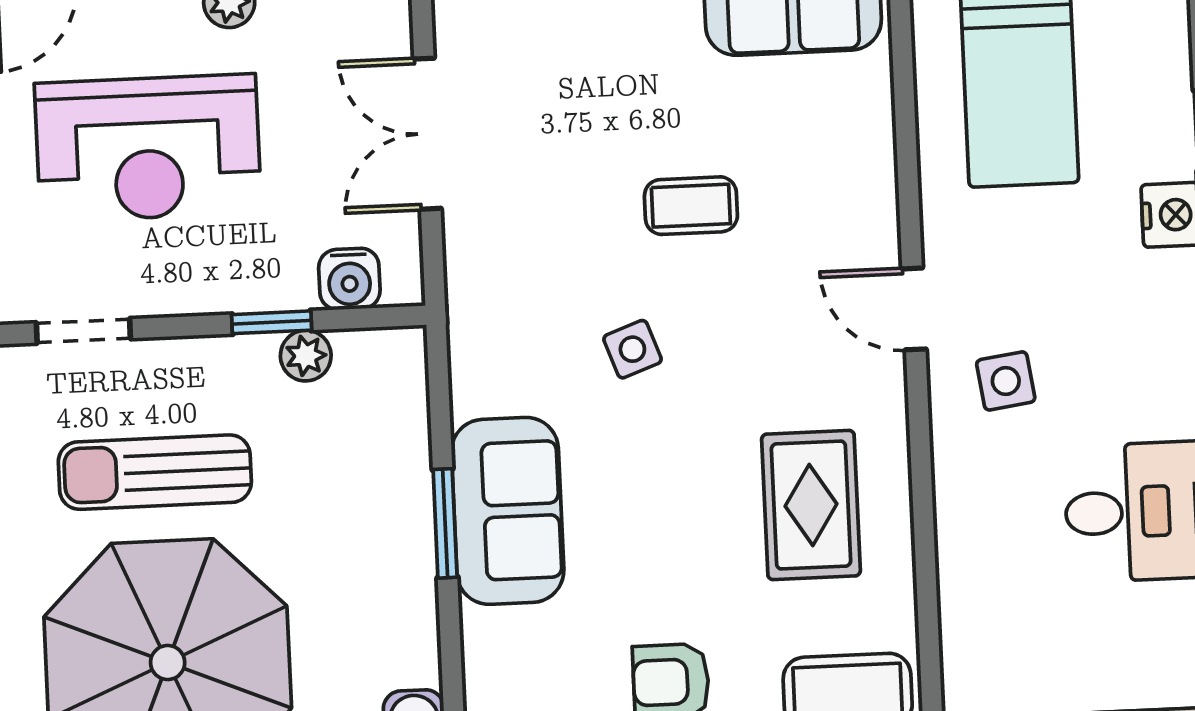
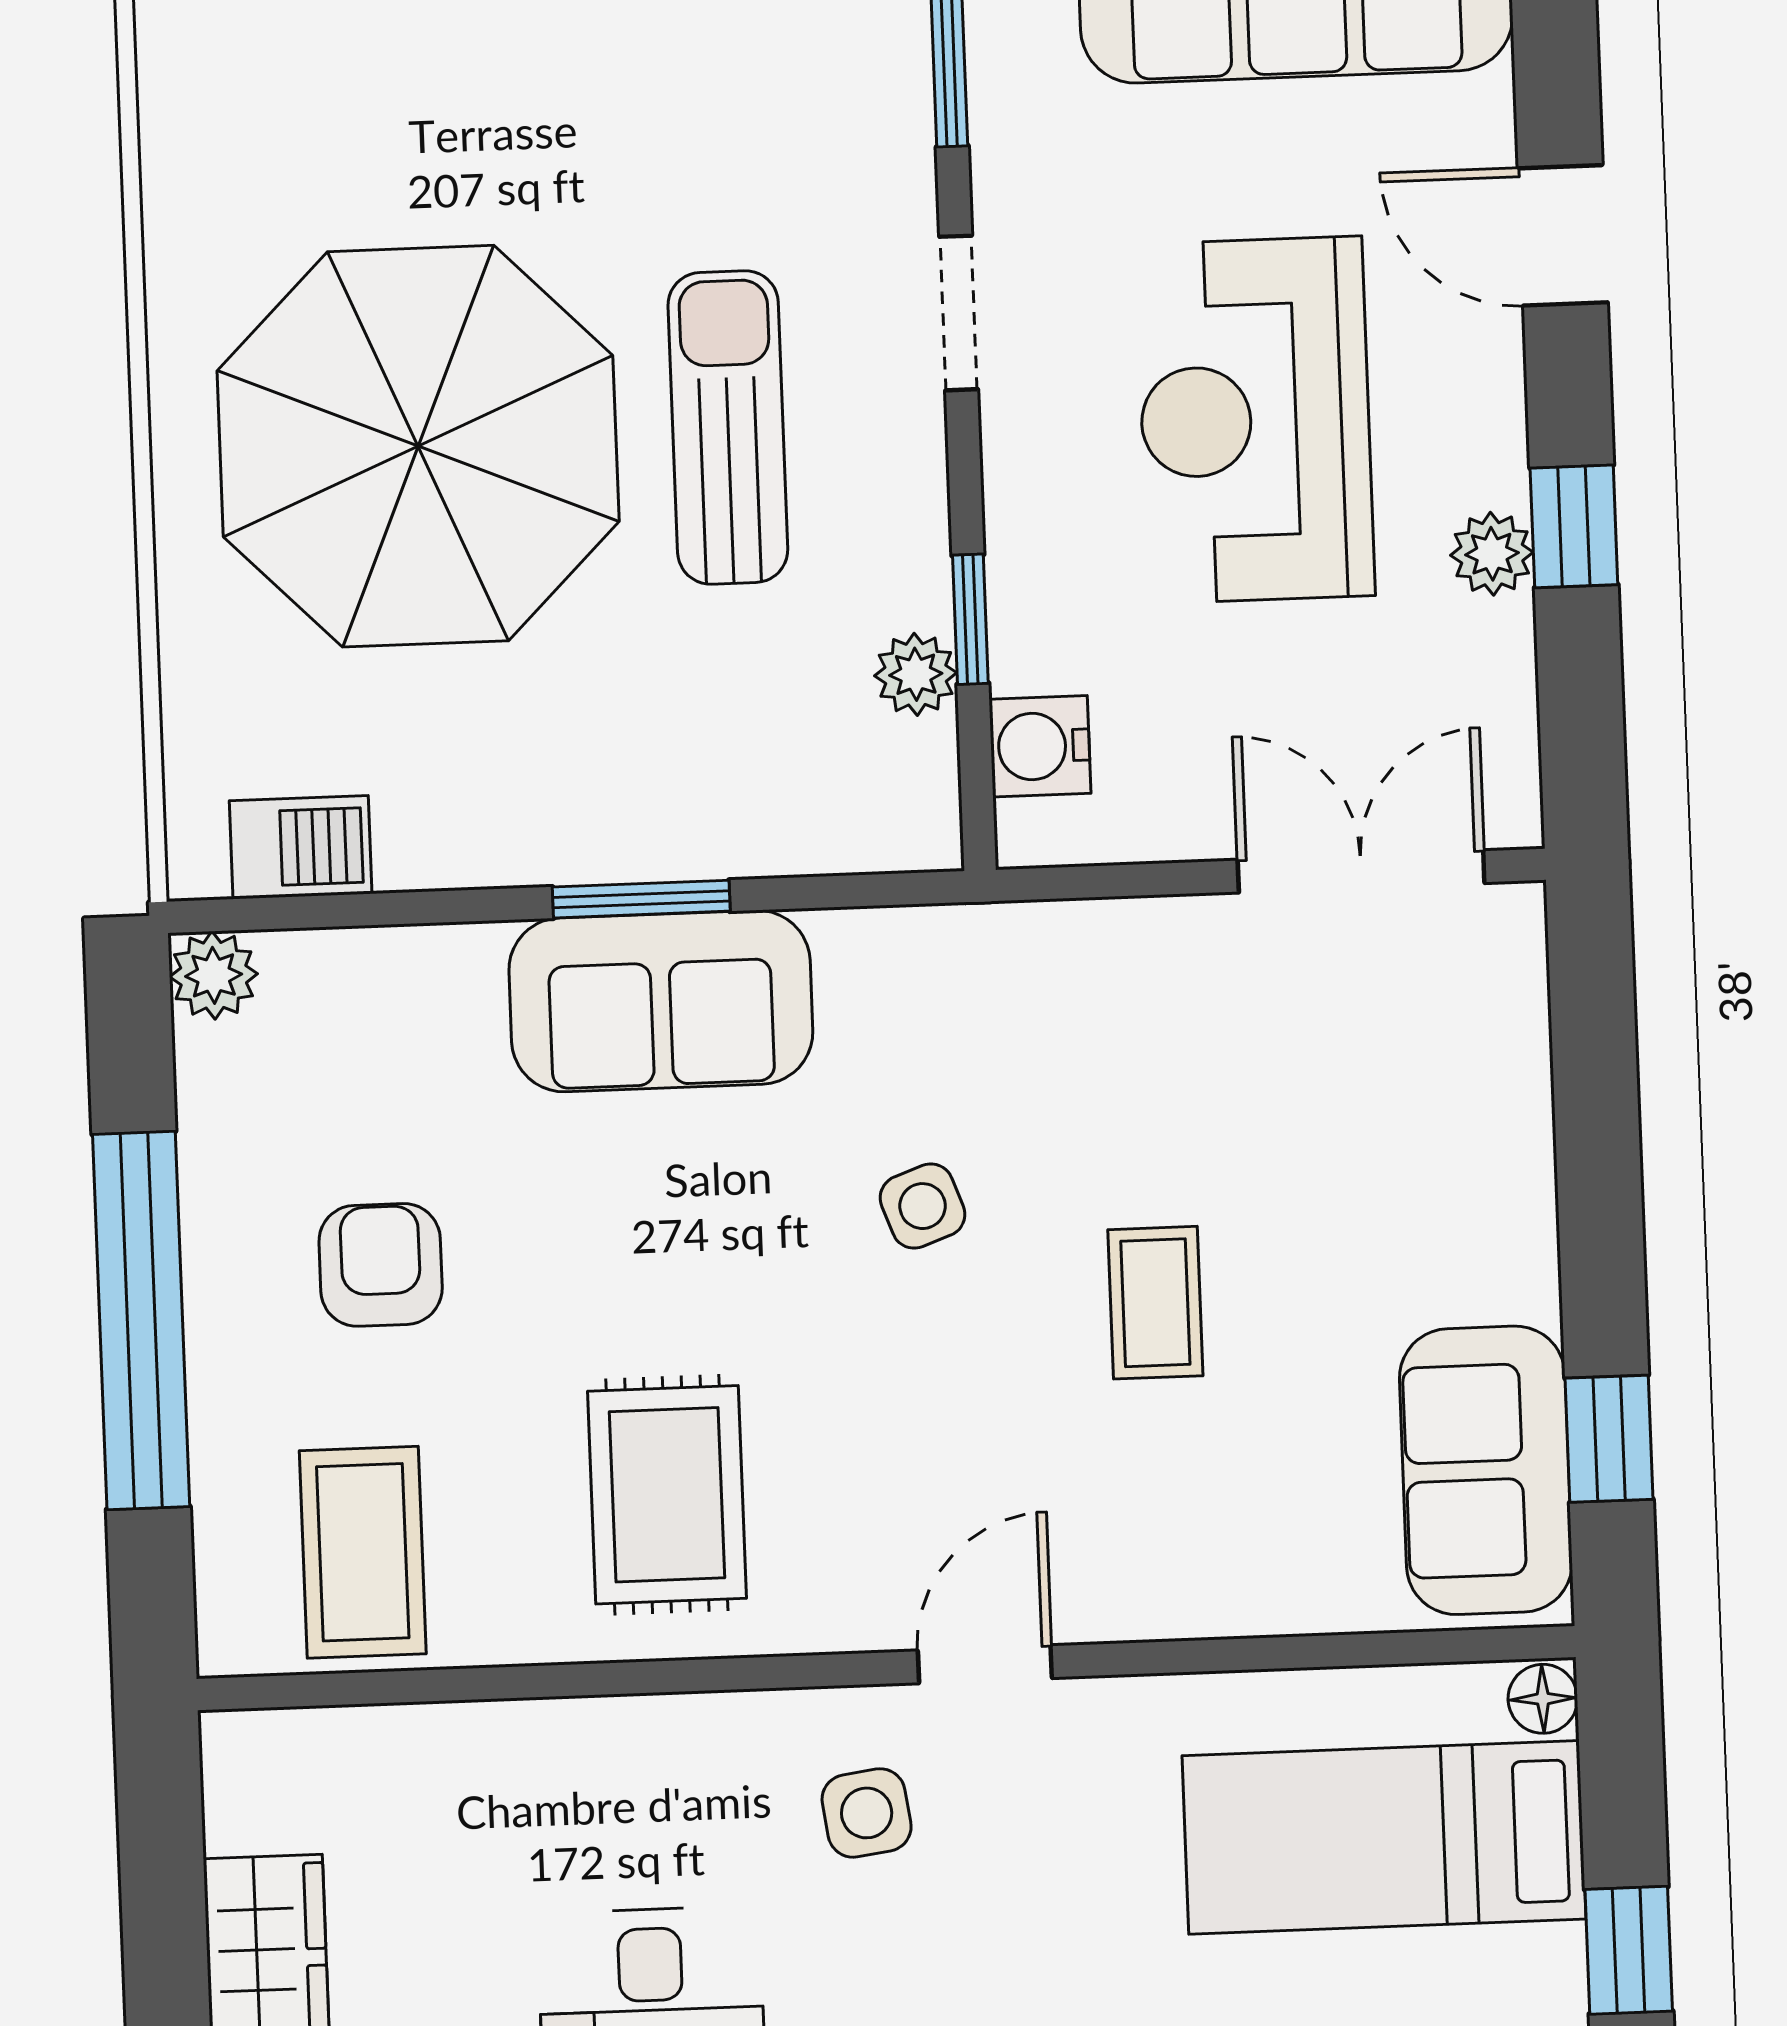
double door: (427, 134) -> (1361, 871), moved
rug: (811, 505) -> (667, 1495), turned 90

